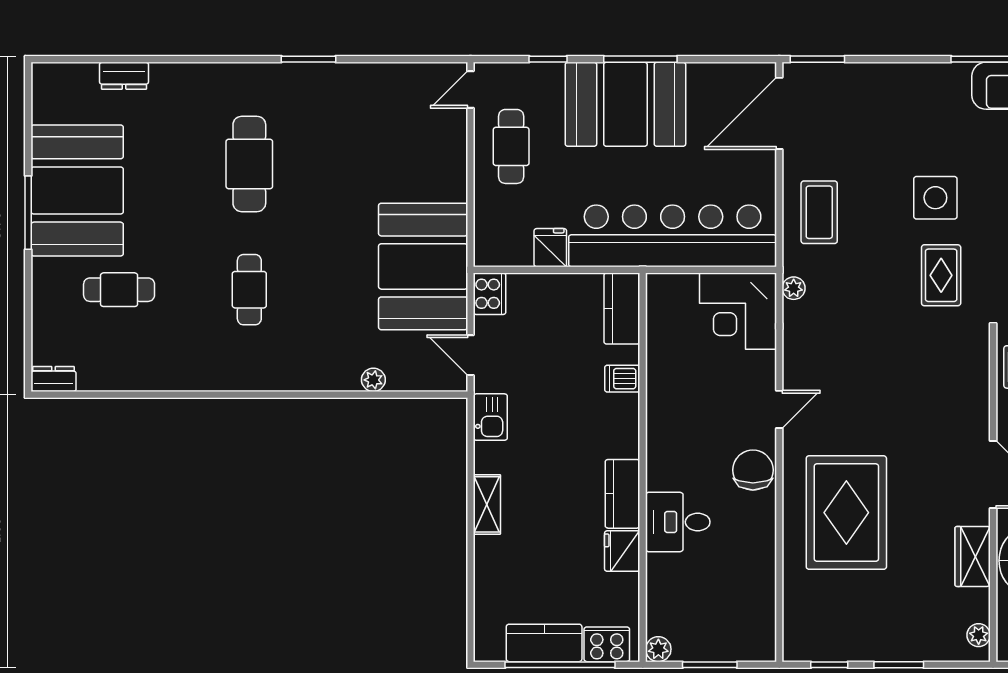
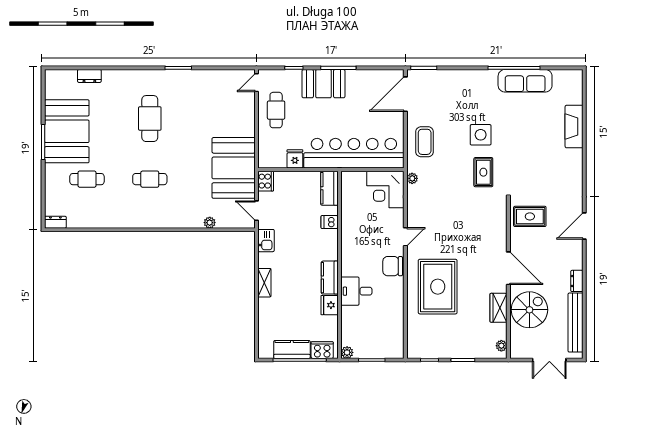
booth: (625, 104) -> (323, 84), width x0.73, depth x0.70
cafe table: (249, 290) -> (150, 179), turned 90
chair: (753, 470) -> (393, 266), turned -90

